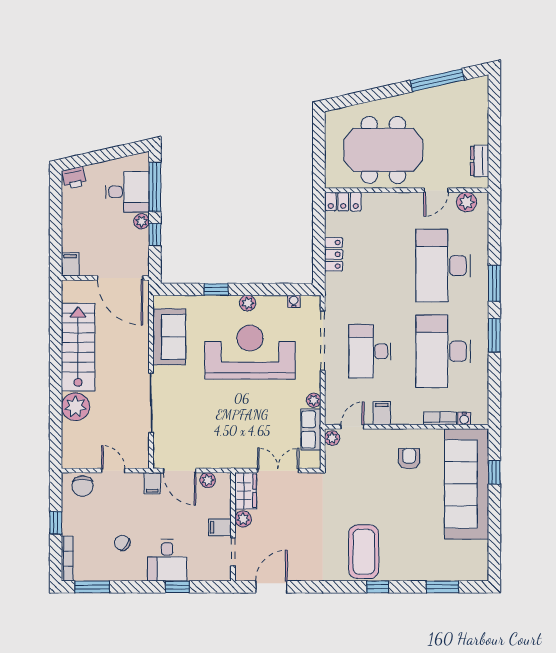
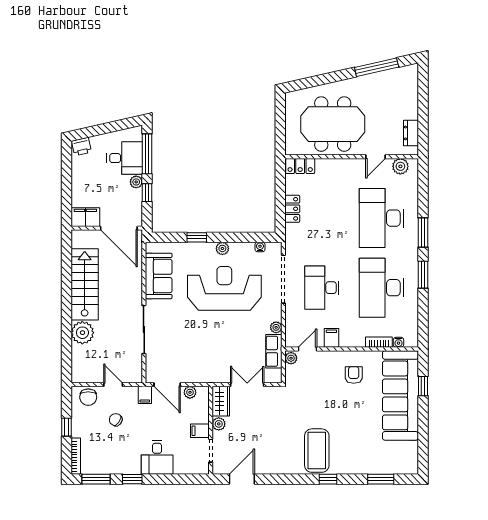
filing cabinet: (70, 264) -> (85, 217), width x2.00
chair: (122, 543) -> (116, 420), moved
window: (177, 587) -> (132, 479), moved

